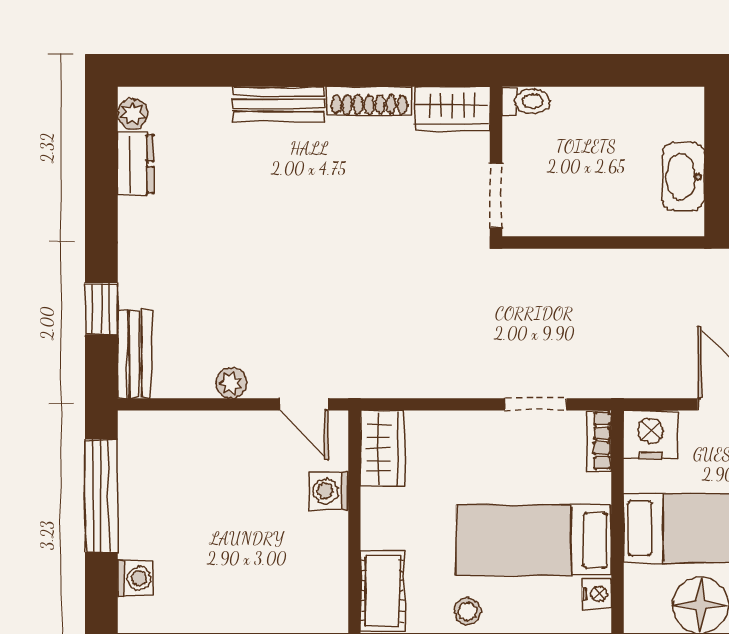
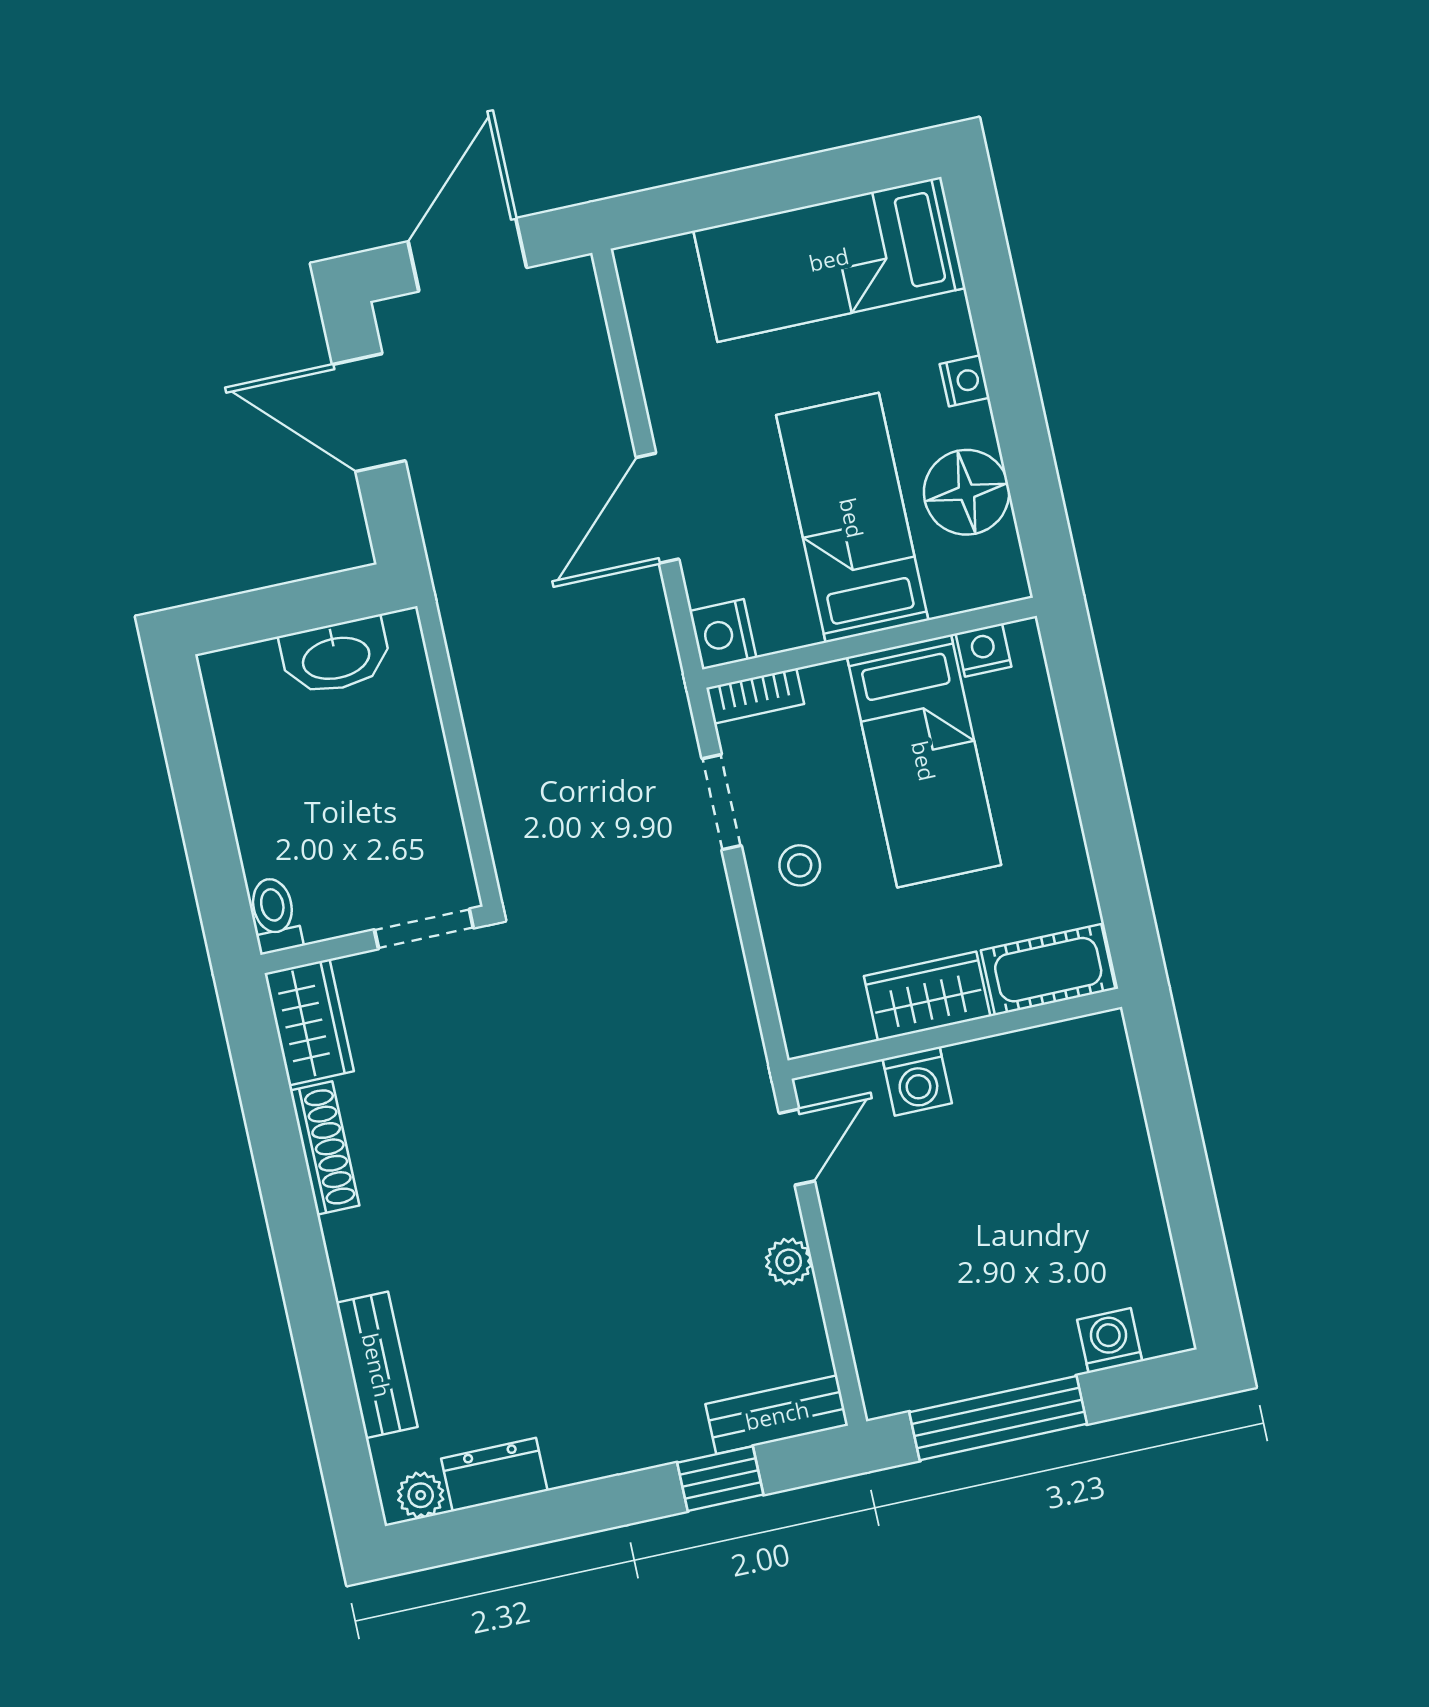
bench: (278, 104) -> (377, 1365), moved
nightstand: (650, 435) -> (723, 634), width x0.74, depth x0.75
wardrobe: (382, 448) -> (927, 996), moved
stool: (467, 611) -> (800, 865), moved

